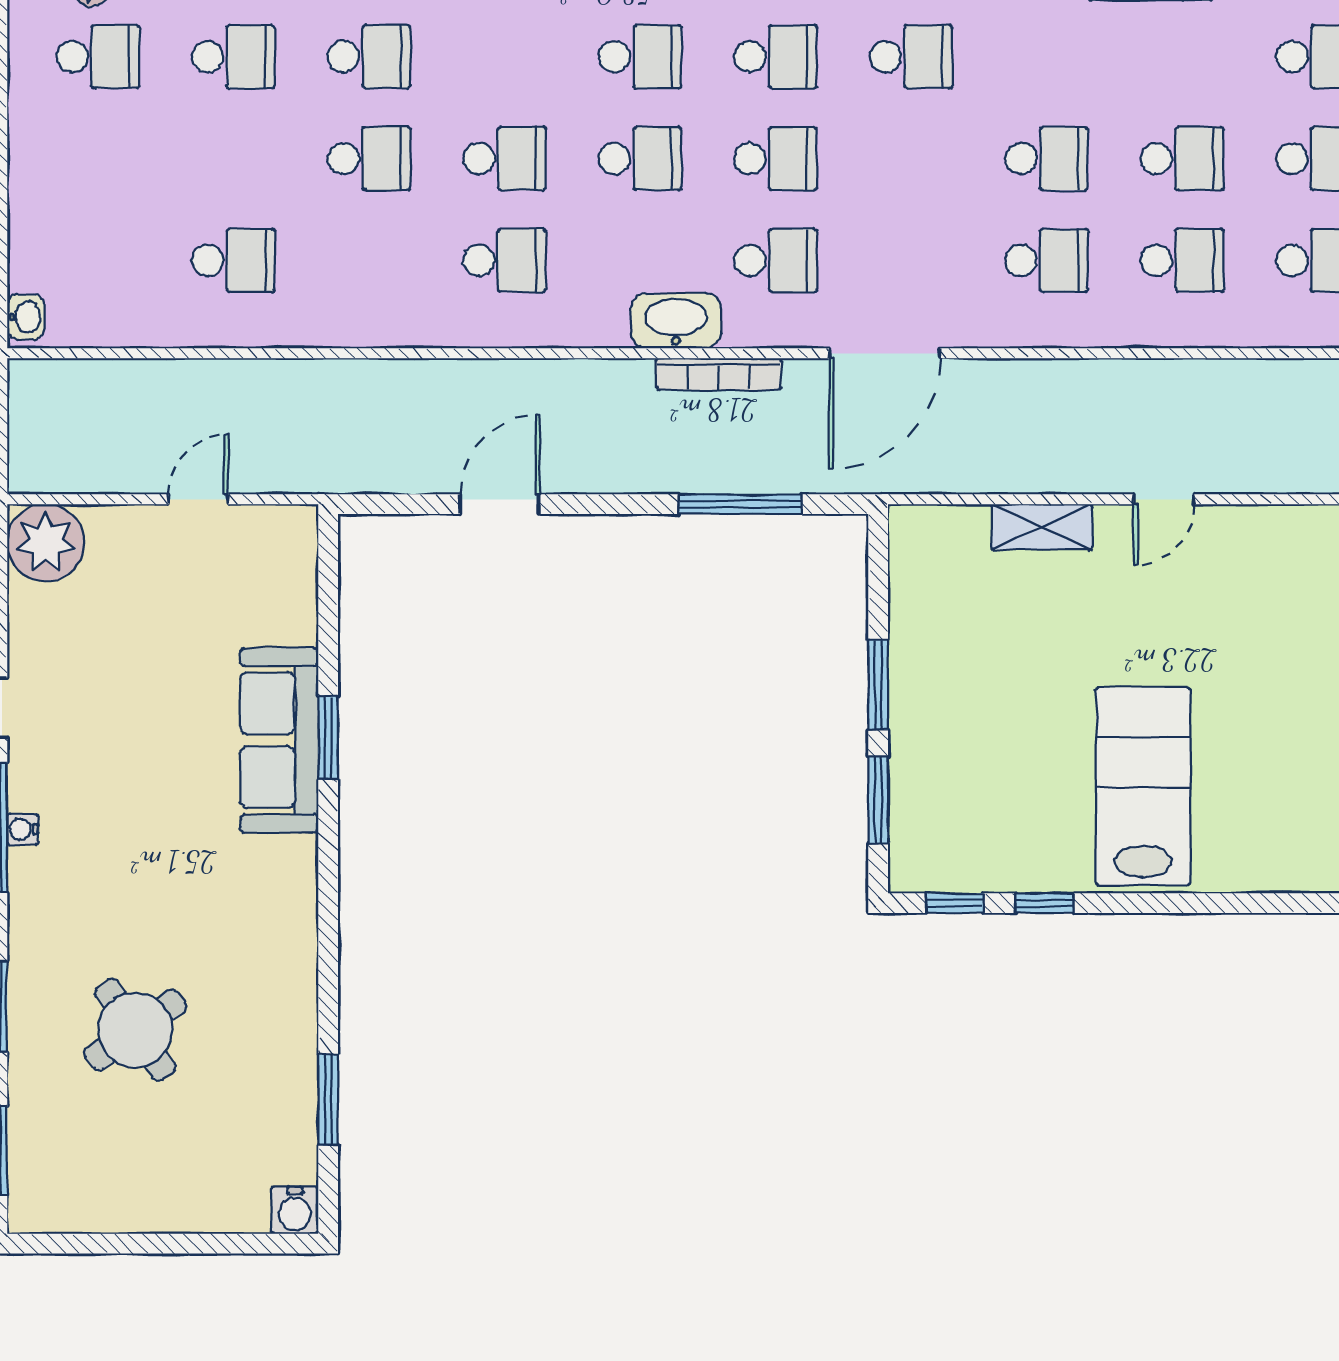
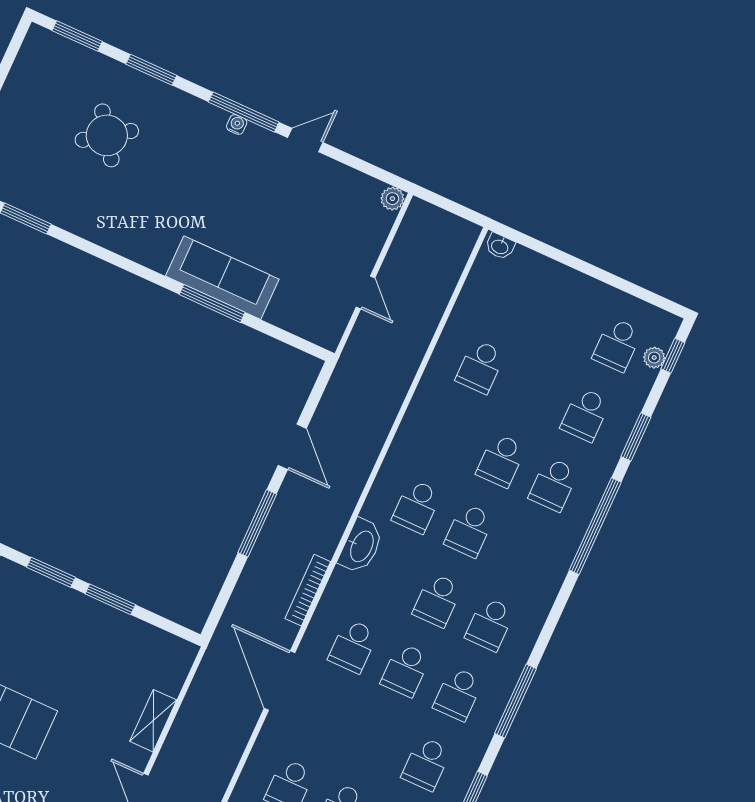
washbasin: (676, 321) -> (361, 546), moved
window: (740, 504) -> (257, 523), moved
plant: (46, 543) -> (392, 199), width x0.53, depth x0.53
window: (328, 738) -> (212, 303), width x1.44

